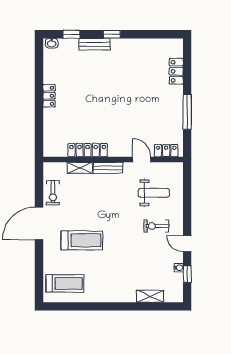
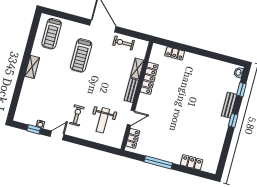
locker: (49, 96) -> (175, 53), moved
shelving: (150, 296) -> (32, 67), moved

